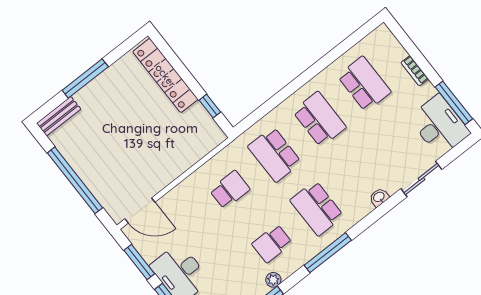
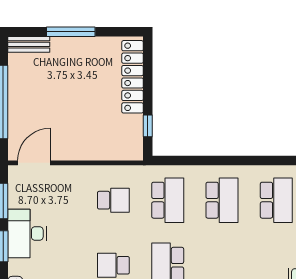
school desk: (275, 154) -> (168, 200), turned 180
door: (140, 210) -> (34, 163), swing flipped

